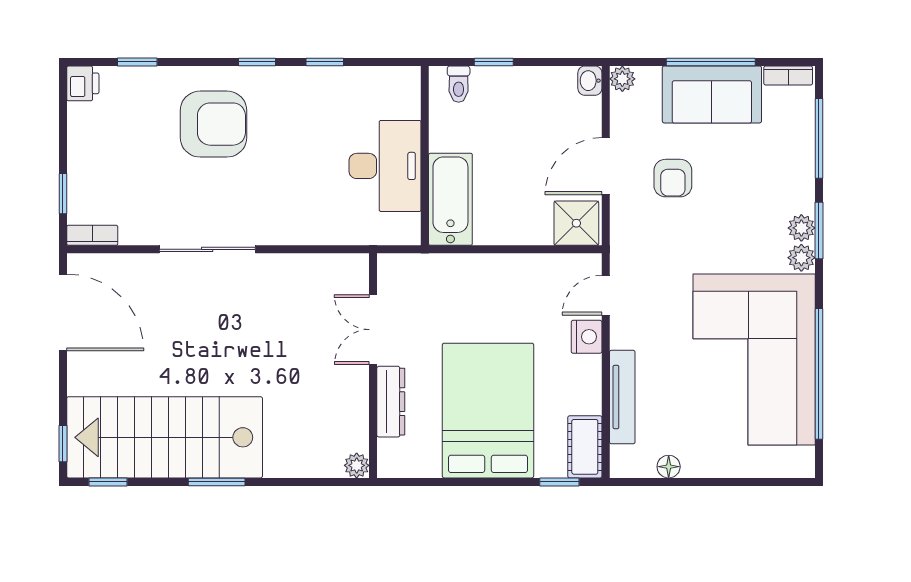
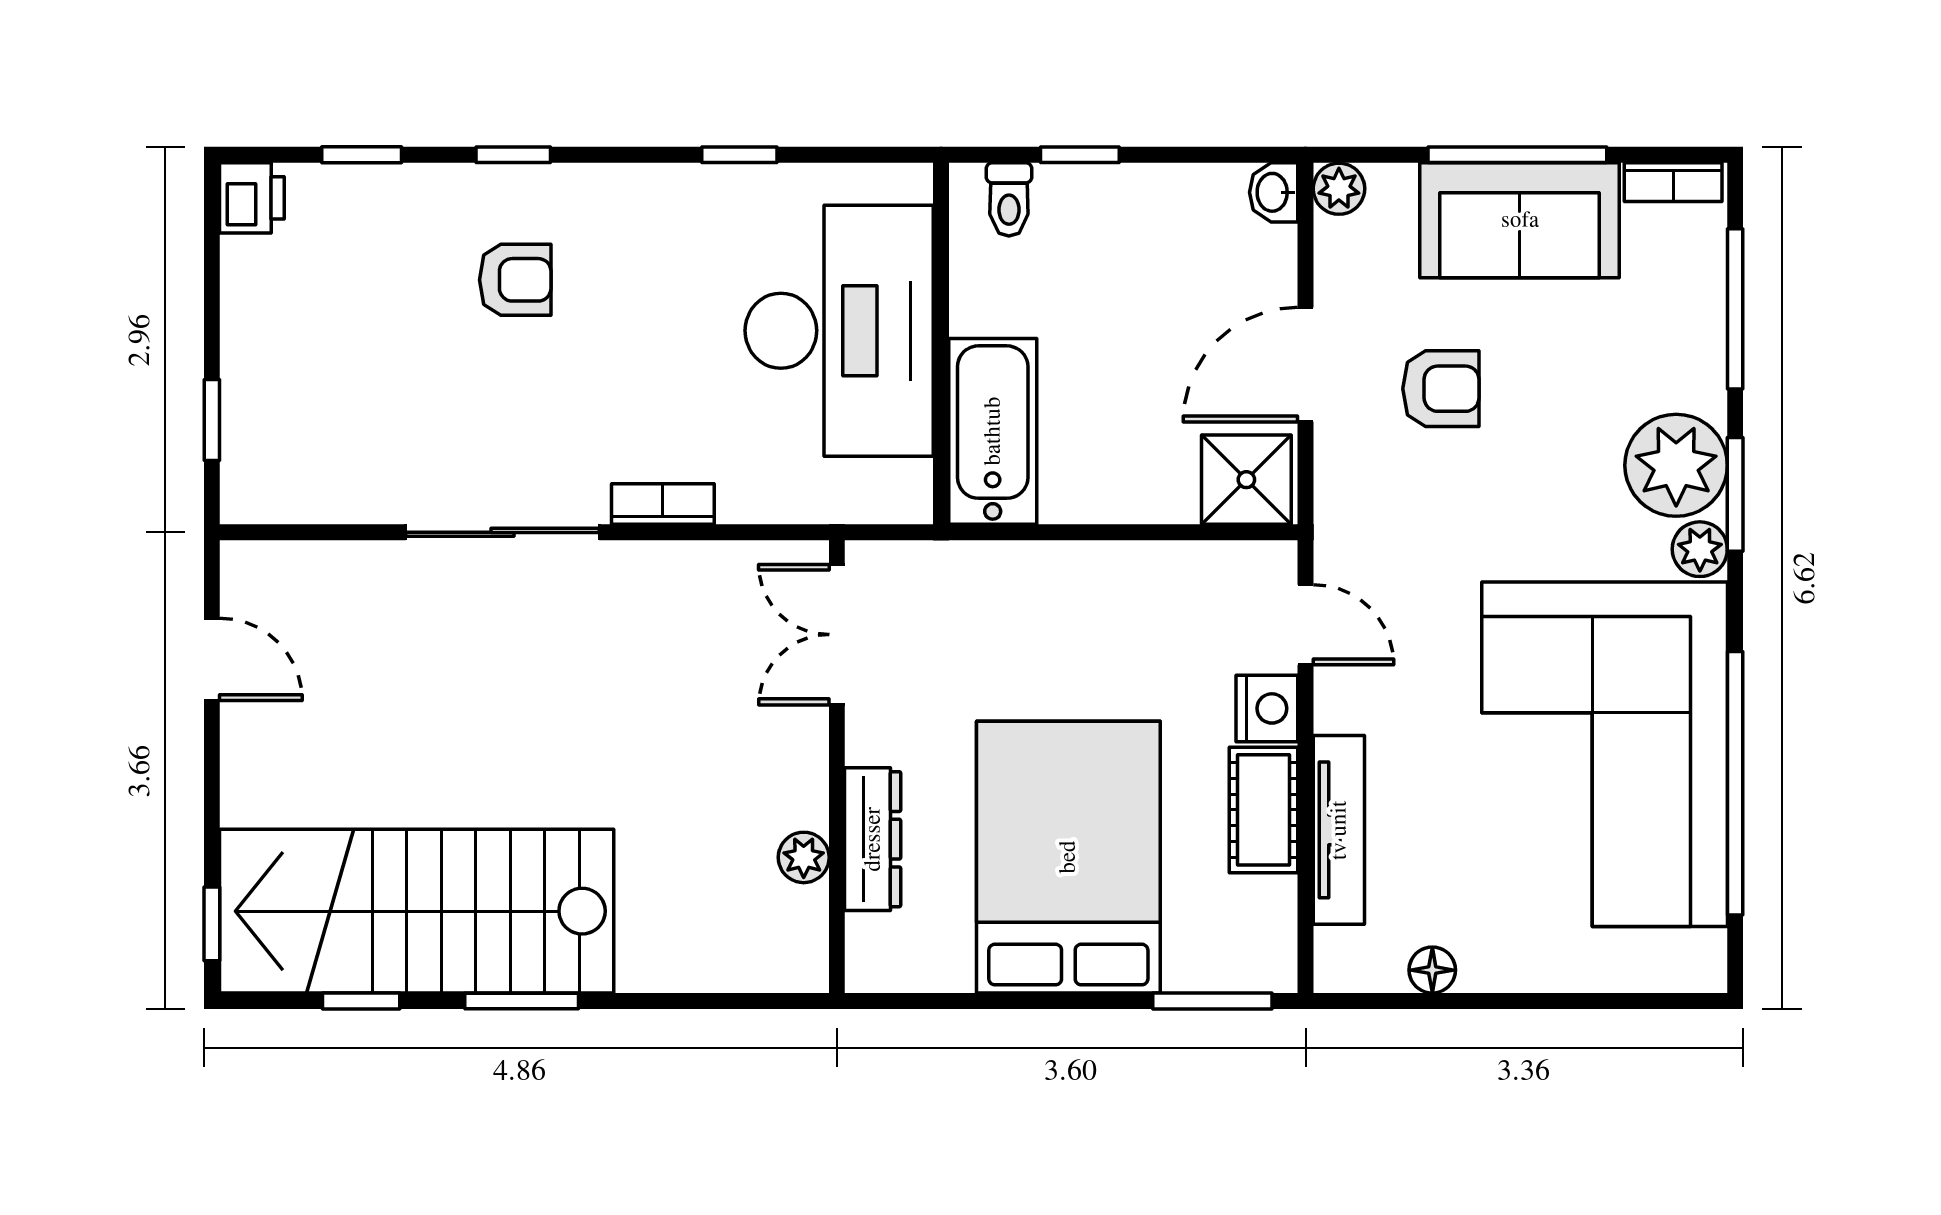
window: (257, 62) -> (513, 155), moved
armchair: (214, 124) -> (515, 280), width x0.53, depth x0.53
desk: (385, 166) -> (839, 331), width x1.36, depth x1.30
armchair: (673, 178) -> (1441, 389), turned -90
plant: (801, 228) -> (1676, 465), width x1.87, depth x1.87
bookcase: (92, 235) -> (663, 504), moved
door: (606, 295) -> (1306, 625), swing flipped
door: (63, 312) -> (212, 659), width x0.53
double door: (373, 330) -> (837, 635), moved
cot: (585, 447) -> (1264, 810), moved
plant: (357, 465) -> (804, 857), moved
window: (108, 482) -> (361, 1001), moved
window: (559, 482) -> (1212, 1001), width x1.50

